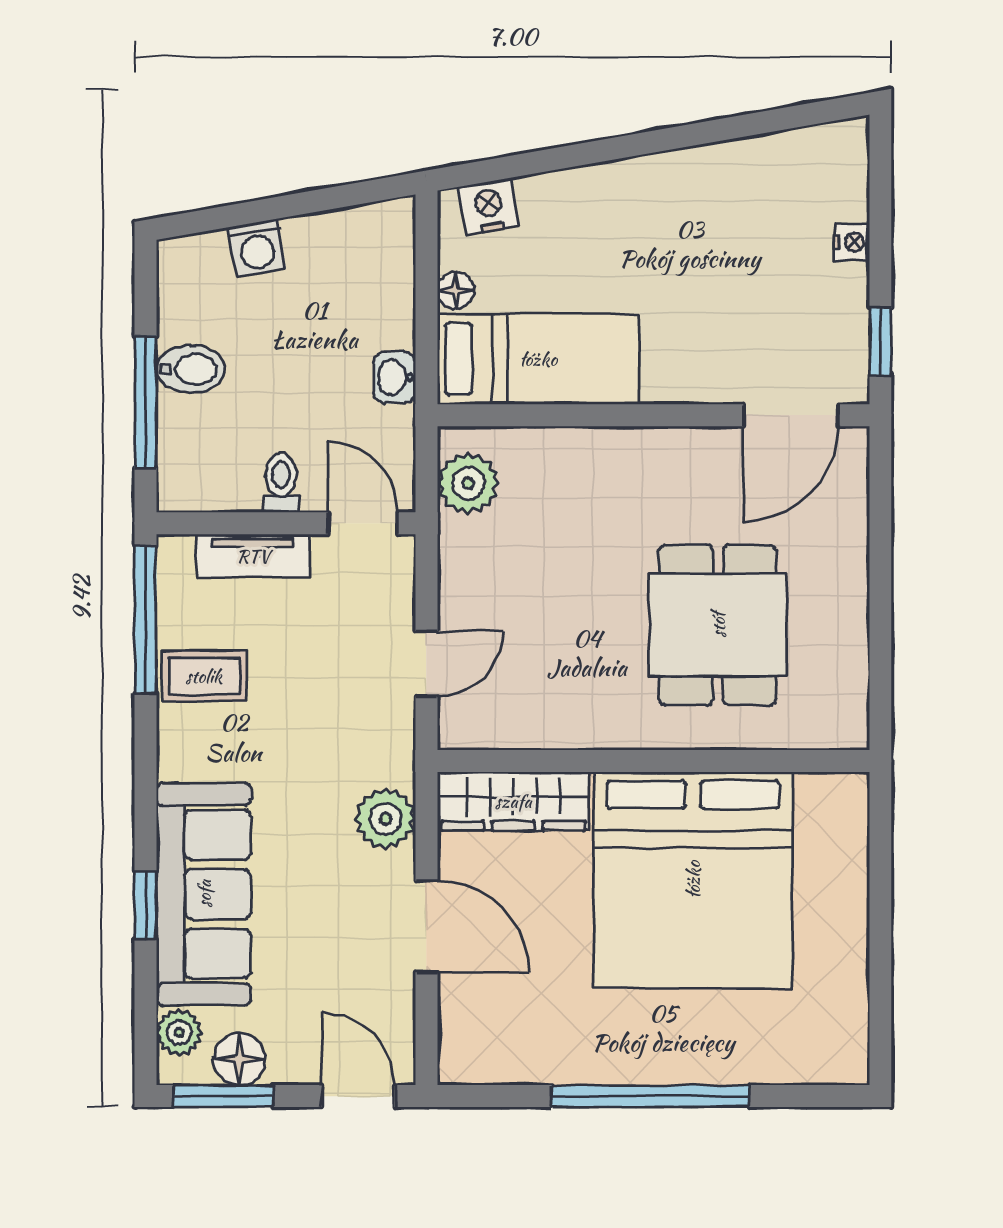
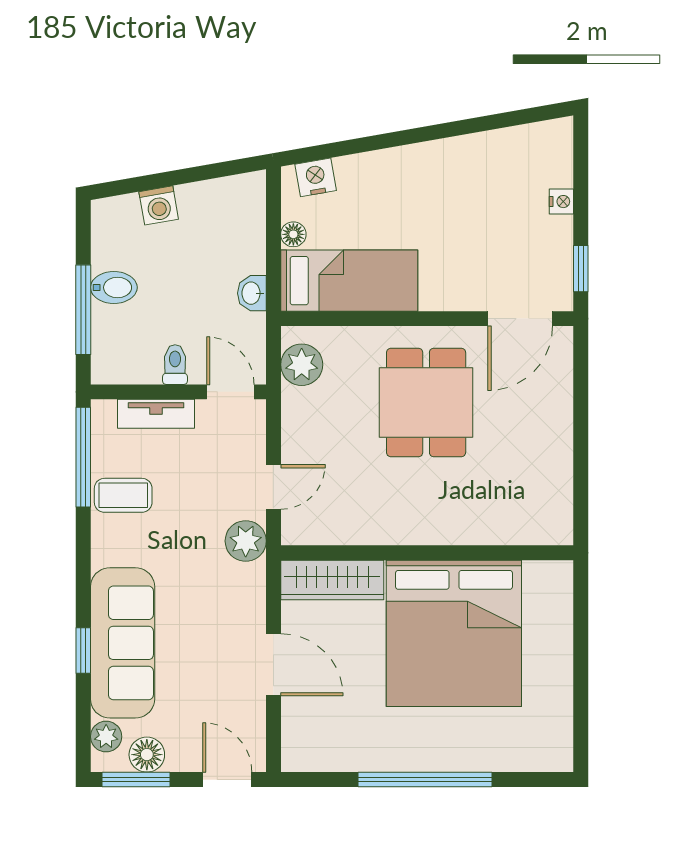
dining table: (718, 625) -> (426, 402), moved
plant: (385, 819) -> (246, 541), moved

